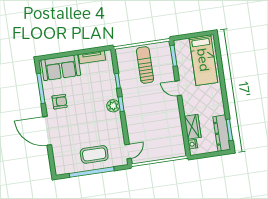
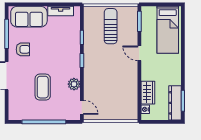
plant: (113, 106) -> (74, 84), moved
door: (128, 151) -> (82, 107), hinge flipped
coffee table: (94, 154) -> (43, 87), moved, turned 90

